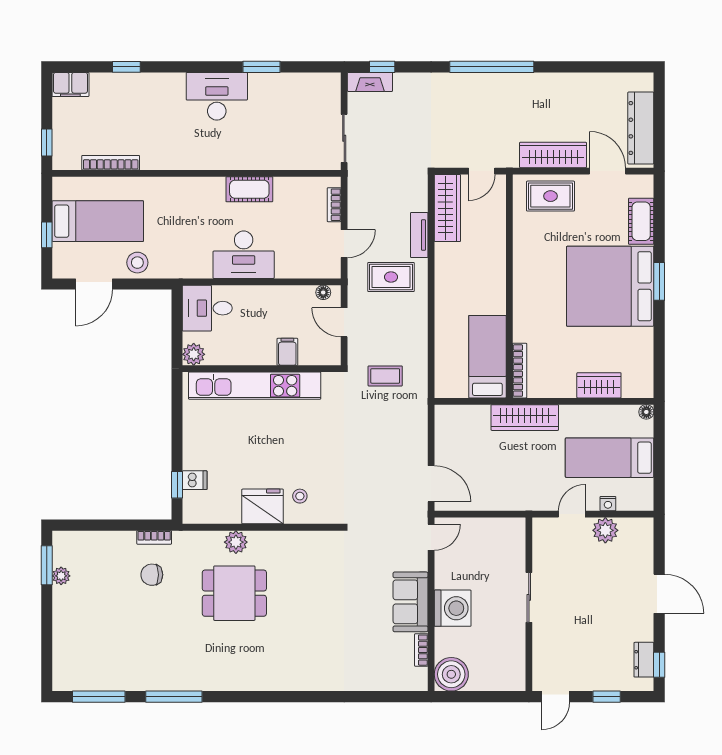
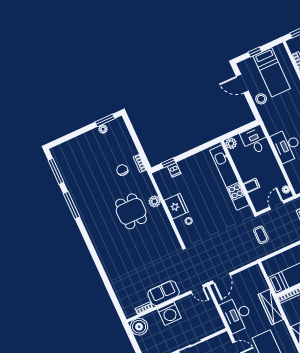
desk: (510, 486) -> (237, 314), added

